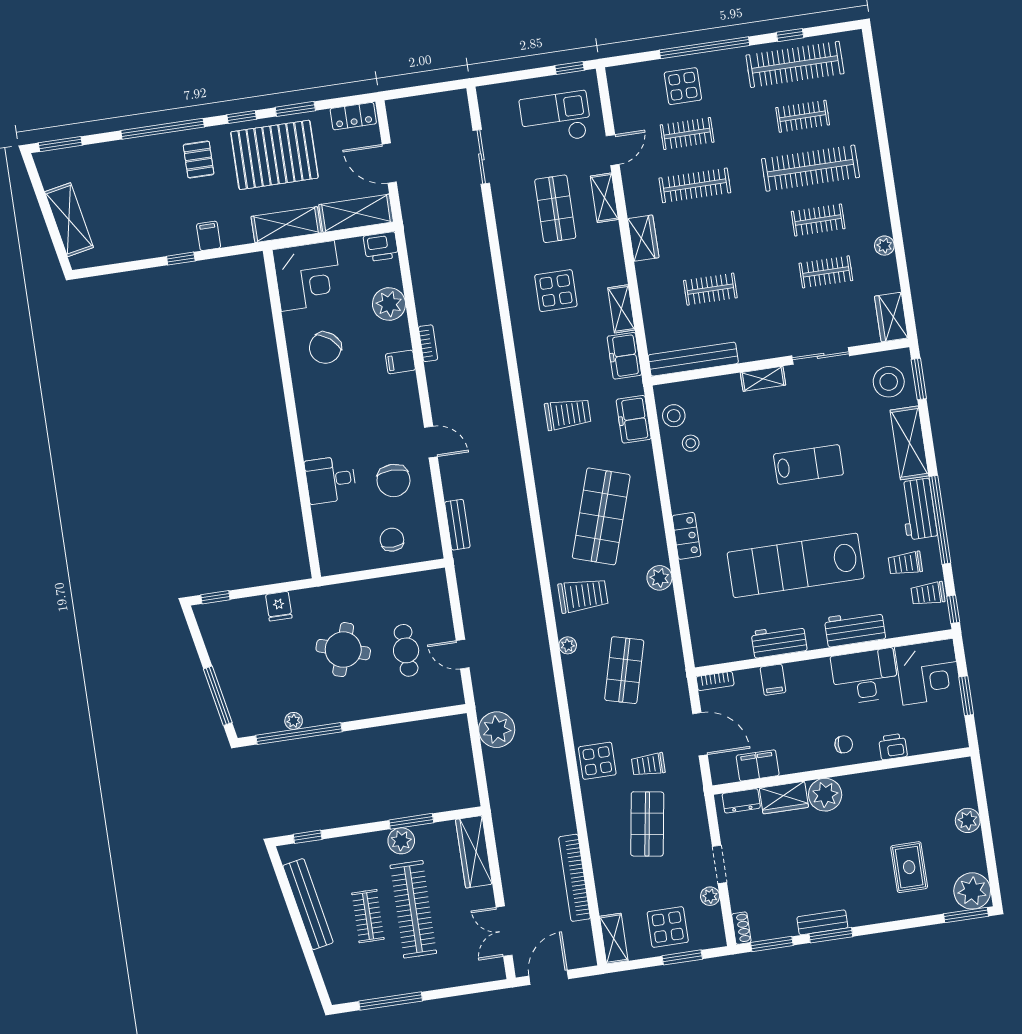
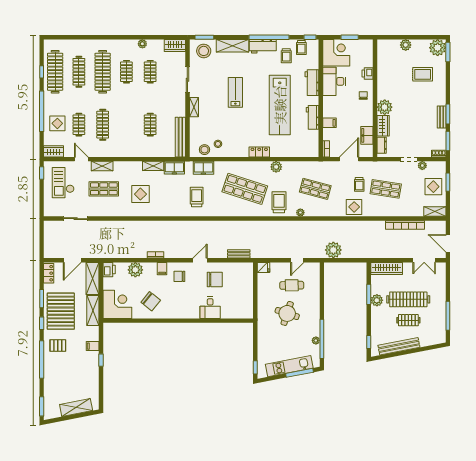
clothes rail: (803, 116) -> (79, 72), width x1.36
wardrobe: (643, 238) -> (54, 151), moved
chair: (392, 540) -> (179, 276), moved
fridge: (279, 606) -> (263, 267), moved
kitchen unit: (229, 671) -> (289, 366), added

